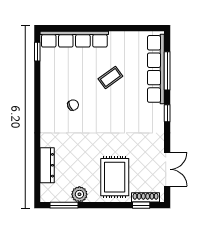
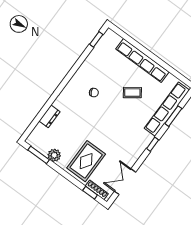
row of seats: (74, 39) -> (142, 60), moved
window: (167, 71) -> (173, 116), width x0.69
dresser: (47, 165) -> (50, 116), width x0.70
double door: (167, 169) -> (125, 182), swing flipped

